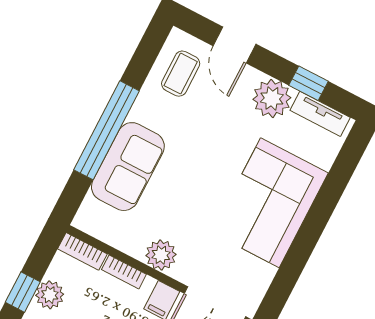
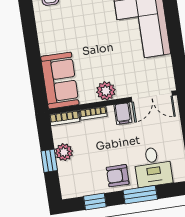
window: (107, 130) -> (32, 48), removed
sofa: (128, 167) -> (60, 81), moved

